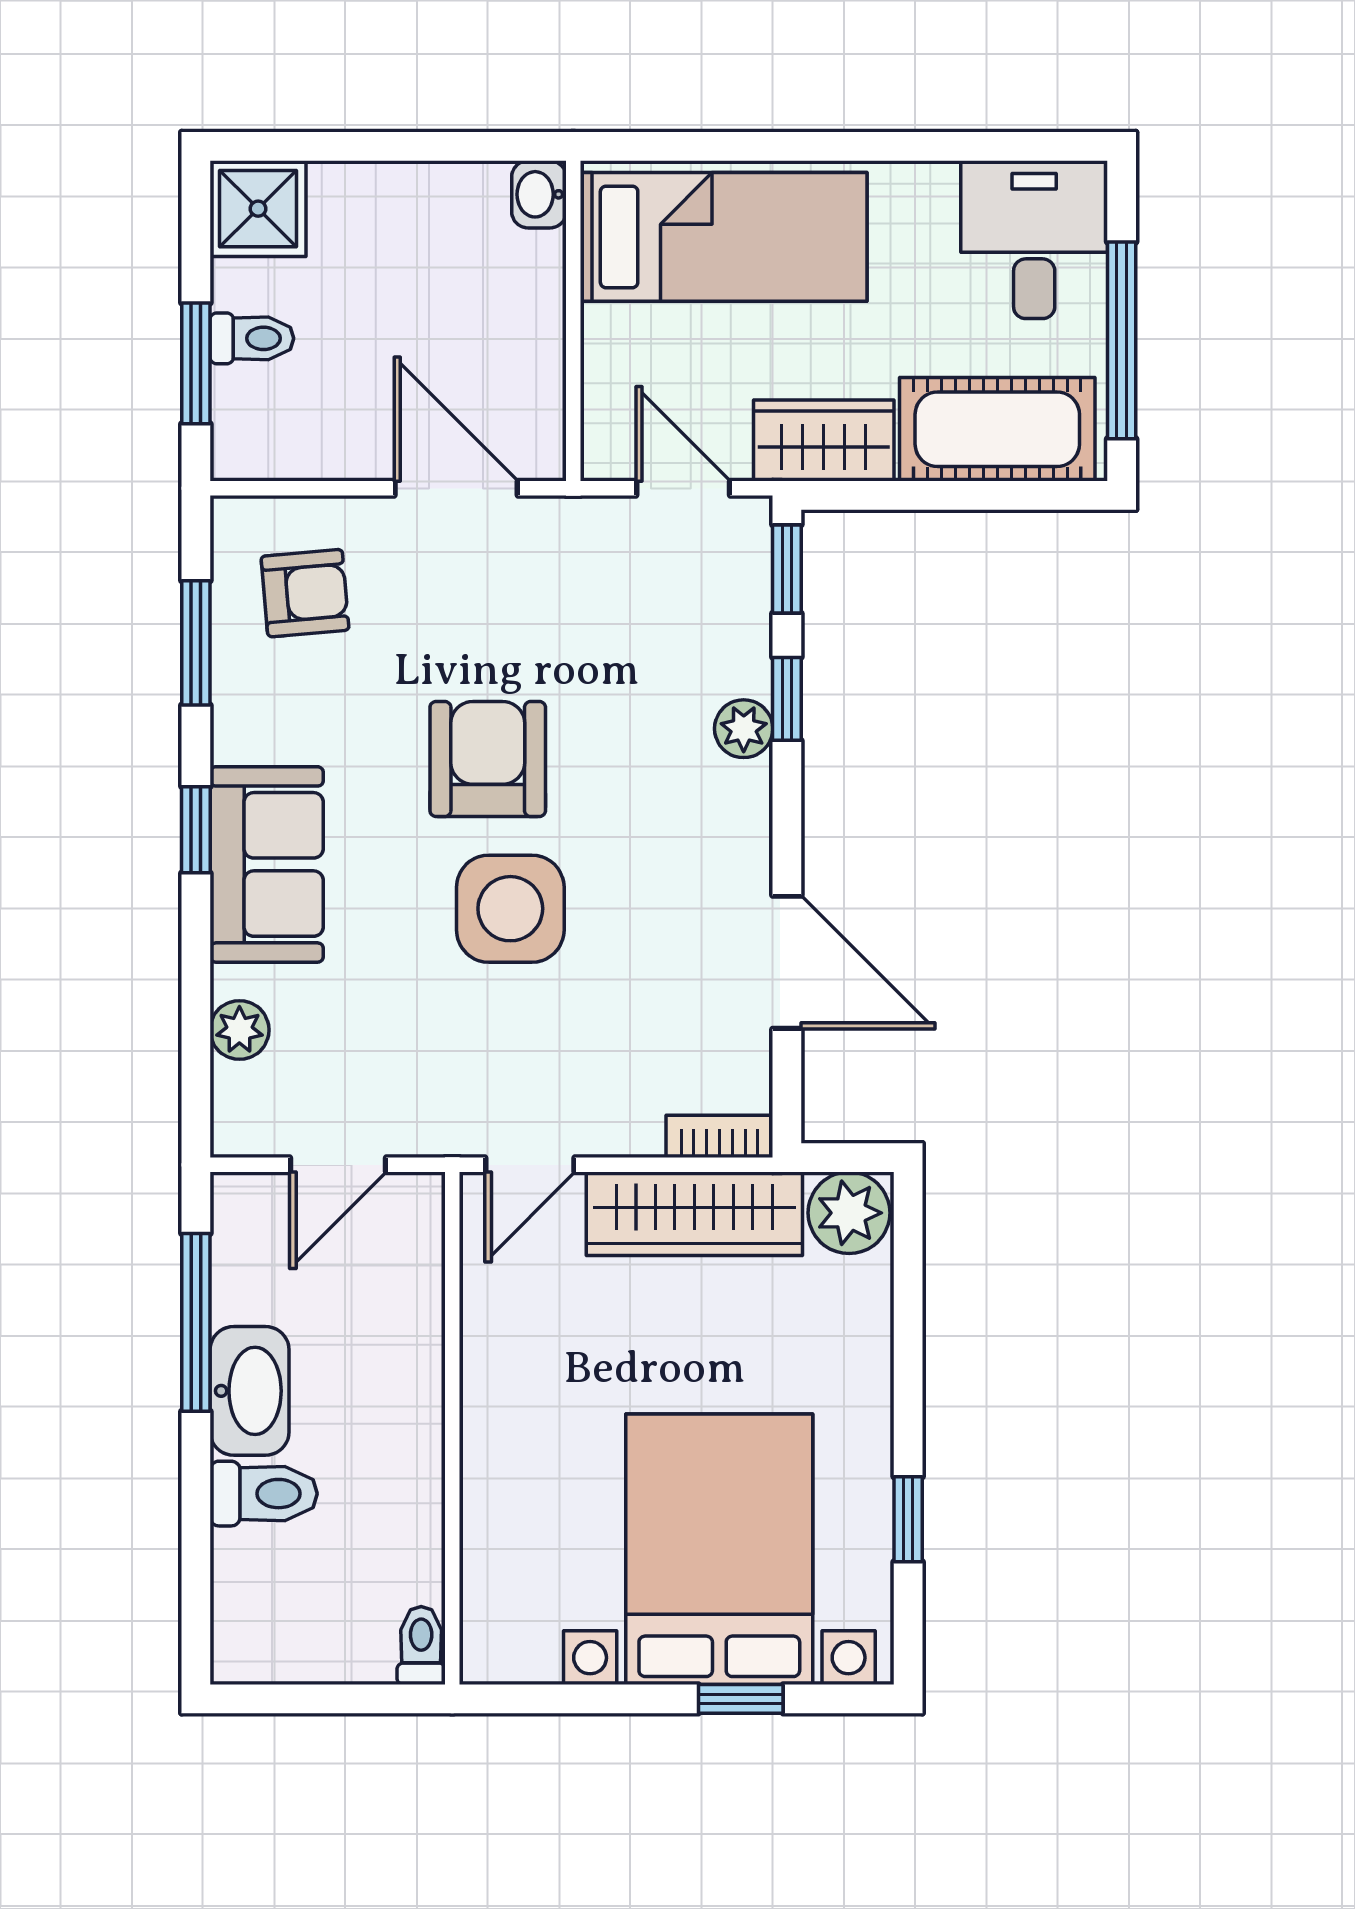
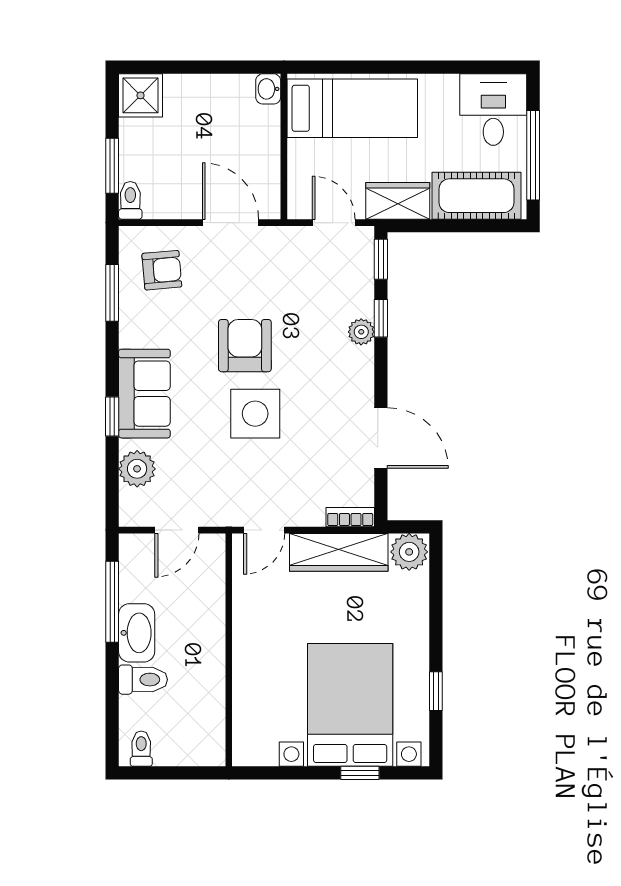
toilet: (252, 338) -> (130, 200), moved, turned -90
window: (196, 830) -> (112, 416), moved
plant: (239, 1030) -> (137, 469), width x1.38, depth x1.38
toilet: (421, 1646) -> (141, 749), moved

